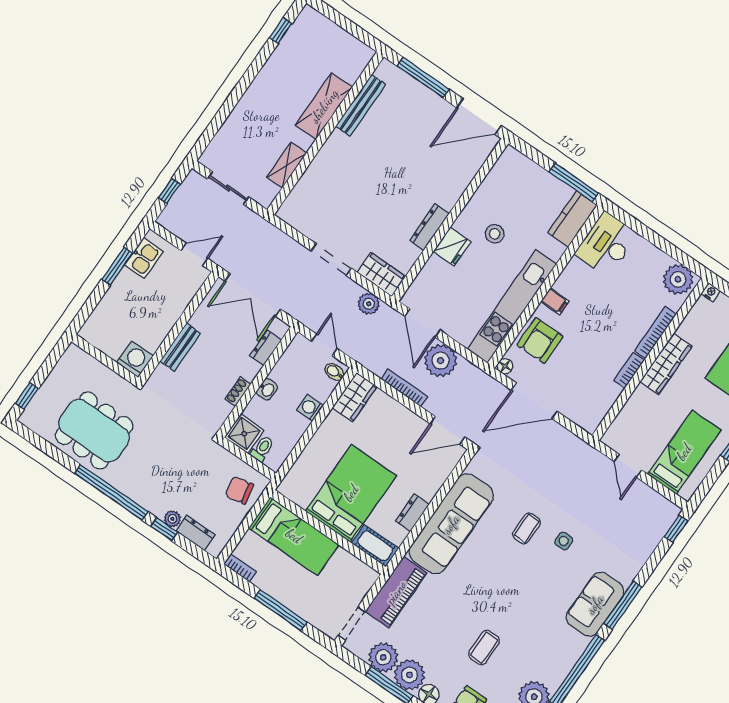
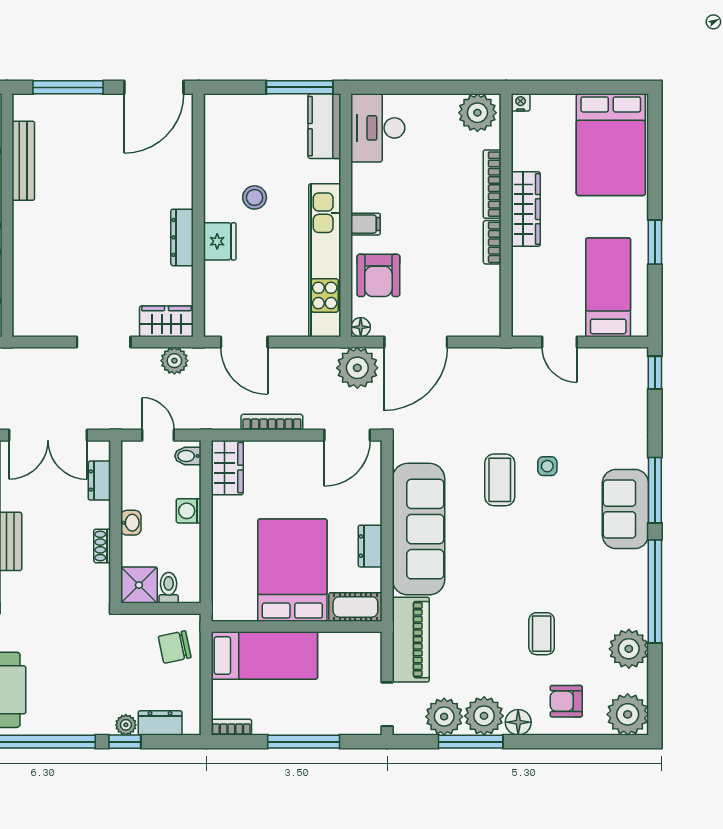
plant: (441, 361) -> (357, 368), moved
coffee table: (527, 528) -> (500, 480), width x1.36, depth x1.30

